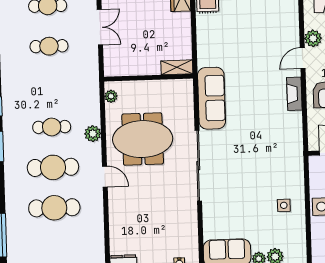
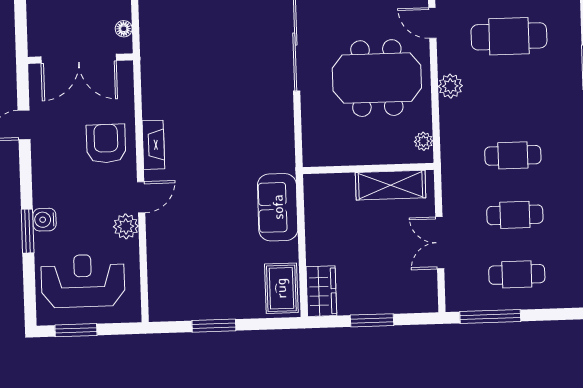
shelving: (177, 67) -> (391, 185), moved, width x1.50, depth x1.33
sofa: (212, 98) -> (278, 207), moved, width x0.73
cafe table: (52, 127) -> (513, 155), moved
floor lamp: (314, 173) -> (124, 29), added

